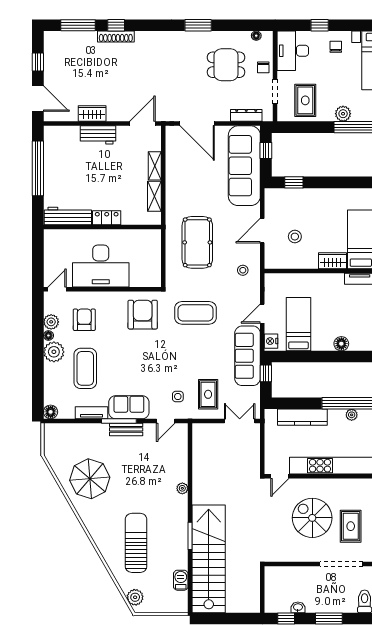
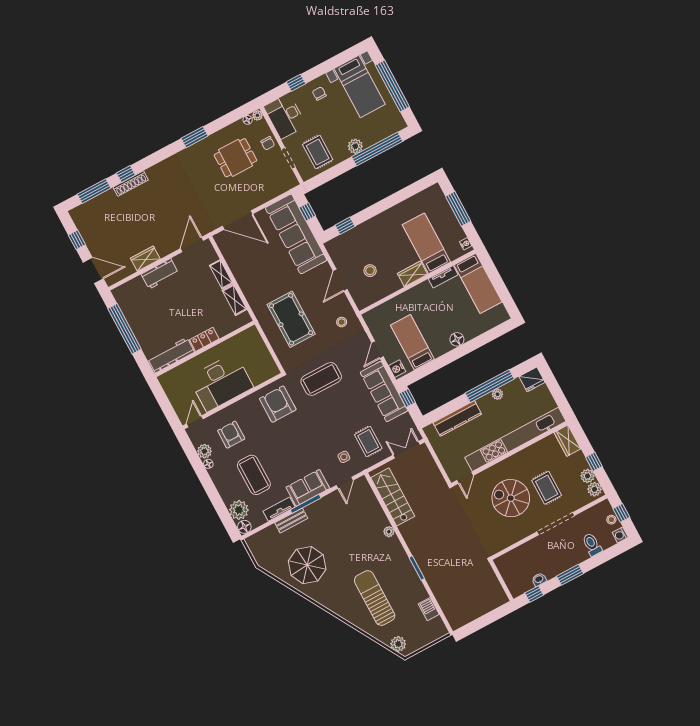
plant: (268, 36) -> (257, 115), added
dresser: (246, 115) -> (275, 191), removed
plant: (54, 352) -> (239, 510), moved
bench: (126, 429) -> (291, 521), moved
stairs: (209, 559) -> (393, 497), moved, width x0.54, depth x0.66

